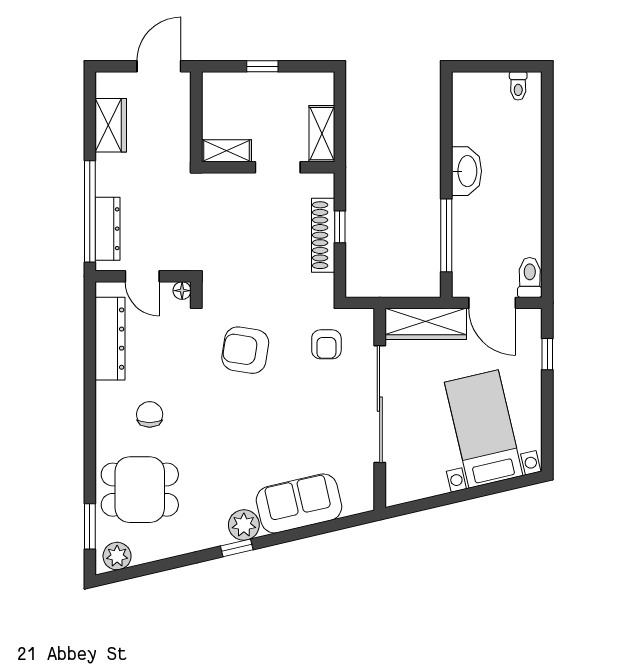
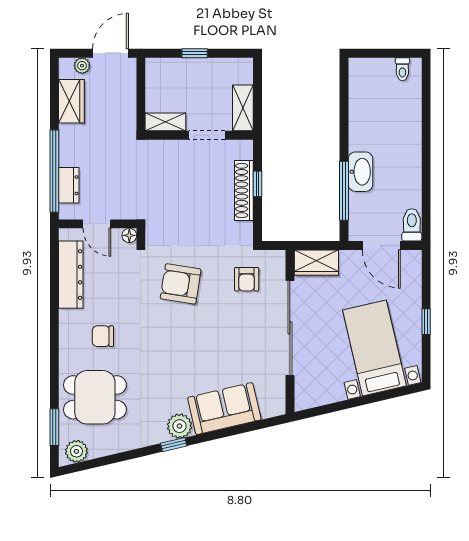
plant: (124, 82) -> (82, 66), added
washbasin: (467, 171) -> (360, 172), moved
dresser: (108, 229) -> (69, 185), width x0.70
wardrobe: (426, 324) -> (316, 263), width x0.67
window: (547, 354) -> (426, 322), moved
chair: (150, 414) -> (103, 336), turned -90

